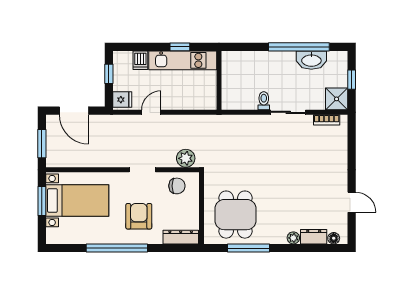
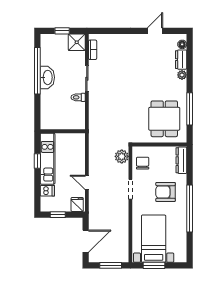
washbasin: (311, 60) -> (47, 77), moved
dining table: (236, 215) -> (164, 119), turned 90

